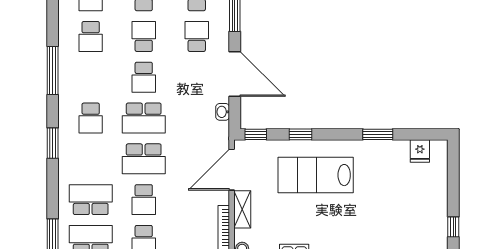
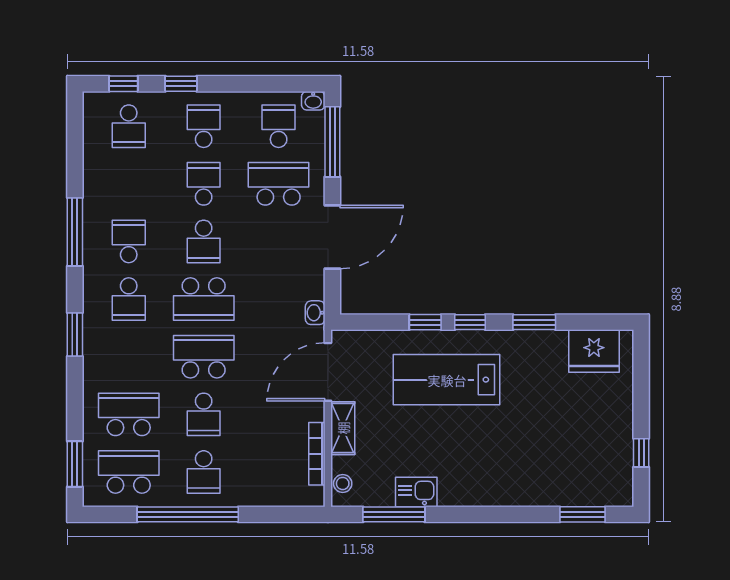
school desk: (91, 36) -> (129, 241), moved, turned 180
school desk: (197, 36) -> (279, 184), width x1.85
door: (235, 74) -> (332, 237), hinge flipped
washbasin: (223, 112) -> (315, 313), moved
window: (256, 134) -> (470, 322), moved
fridge: (420, 151) -> (594, 351), width x1.88, depth x1.34
school desk: (144, 159) -> (204, 357), turned 180

